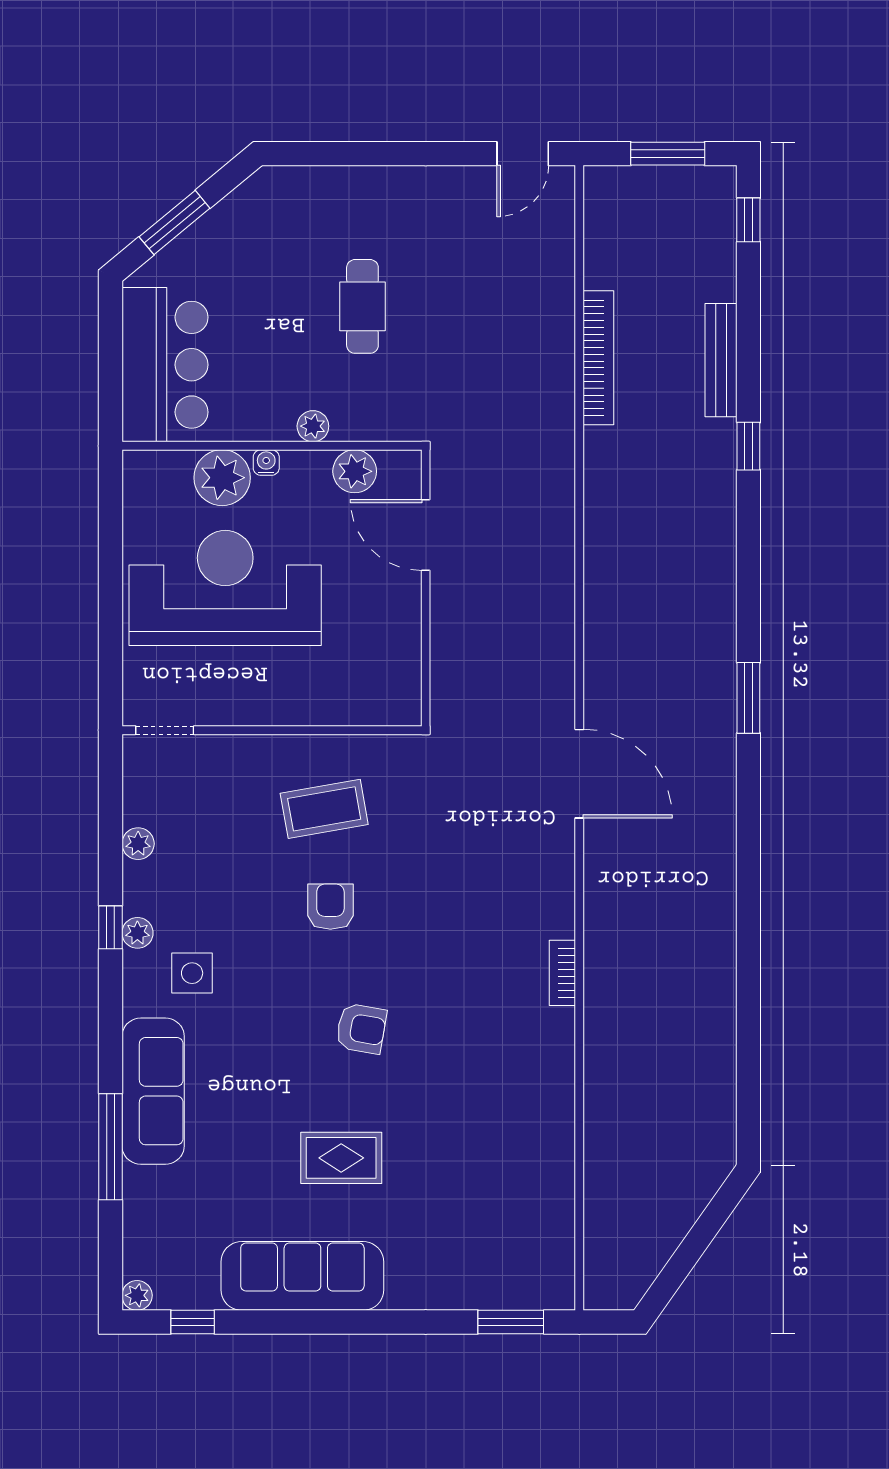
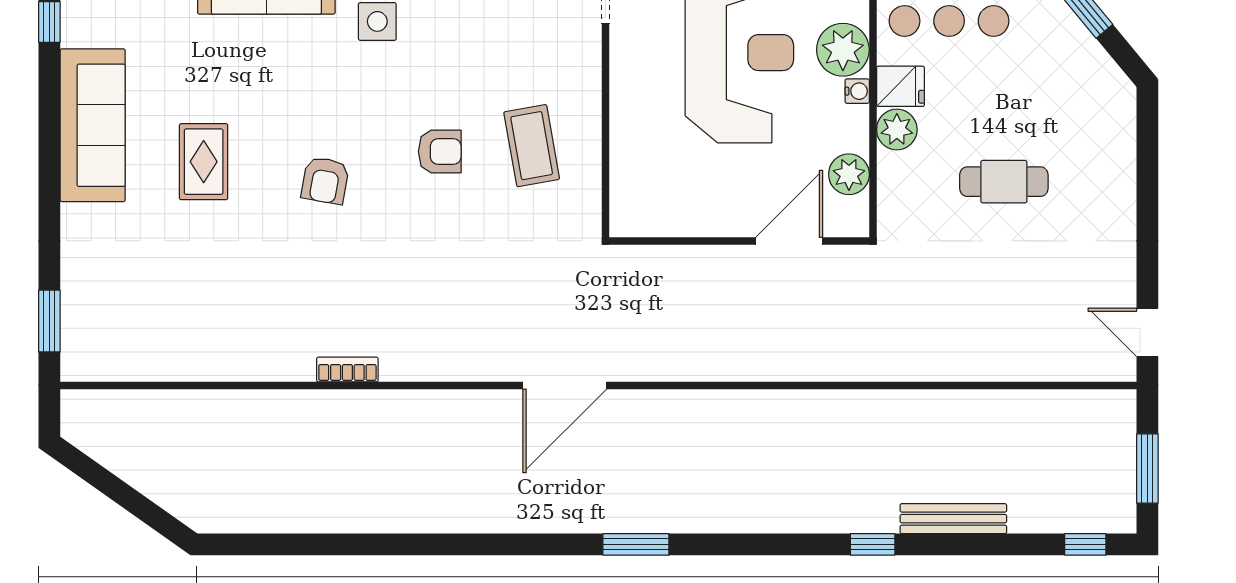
bookcase: (598, 358) -> (956, 403), removed
fridge: (261, 416) -> (900, 86), added
plant: (313, 426) -> (897, 130), width x1.38, depth x1.38
bookcase: (562, 973) -> (347, 370), moved

